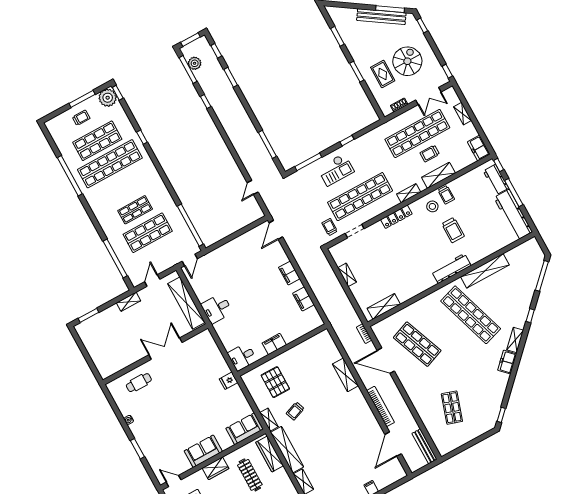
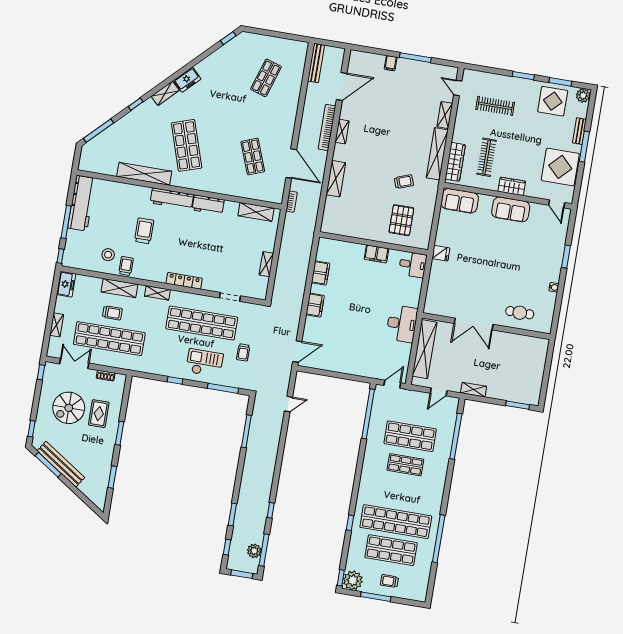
workbench: (496, 180) -> (208, 205), moved, turned 90
stool: (432, 206) -> (108, 255), moved
trolley: (330, 227) -> (243, 352), moved
desk: (217, 308) -> (402, 324), width x1.37
shop shelf: (471, 315) -> (187, 145), width x0.71
shop shelf: (417, 344) -> (253, 157), width x0.70, depth x0.74
shelving: (269, 420) -> (342, 132), moved

